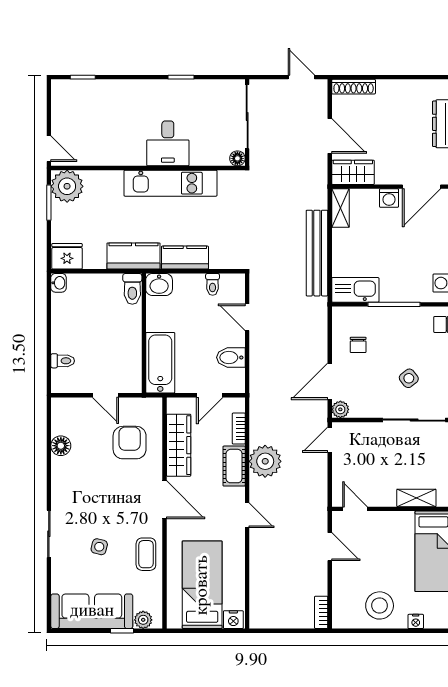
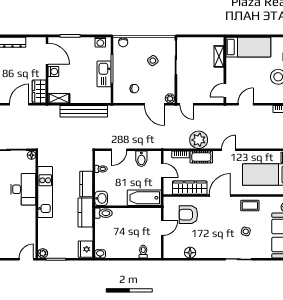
desk: (168, 143) -> (23, 189), width x1.37
plant: (67, 186) -> (43, 253), width x0.53, depth x0.53
kitchen sink: (355, 290) -> (104, 74), moved

